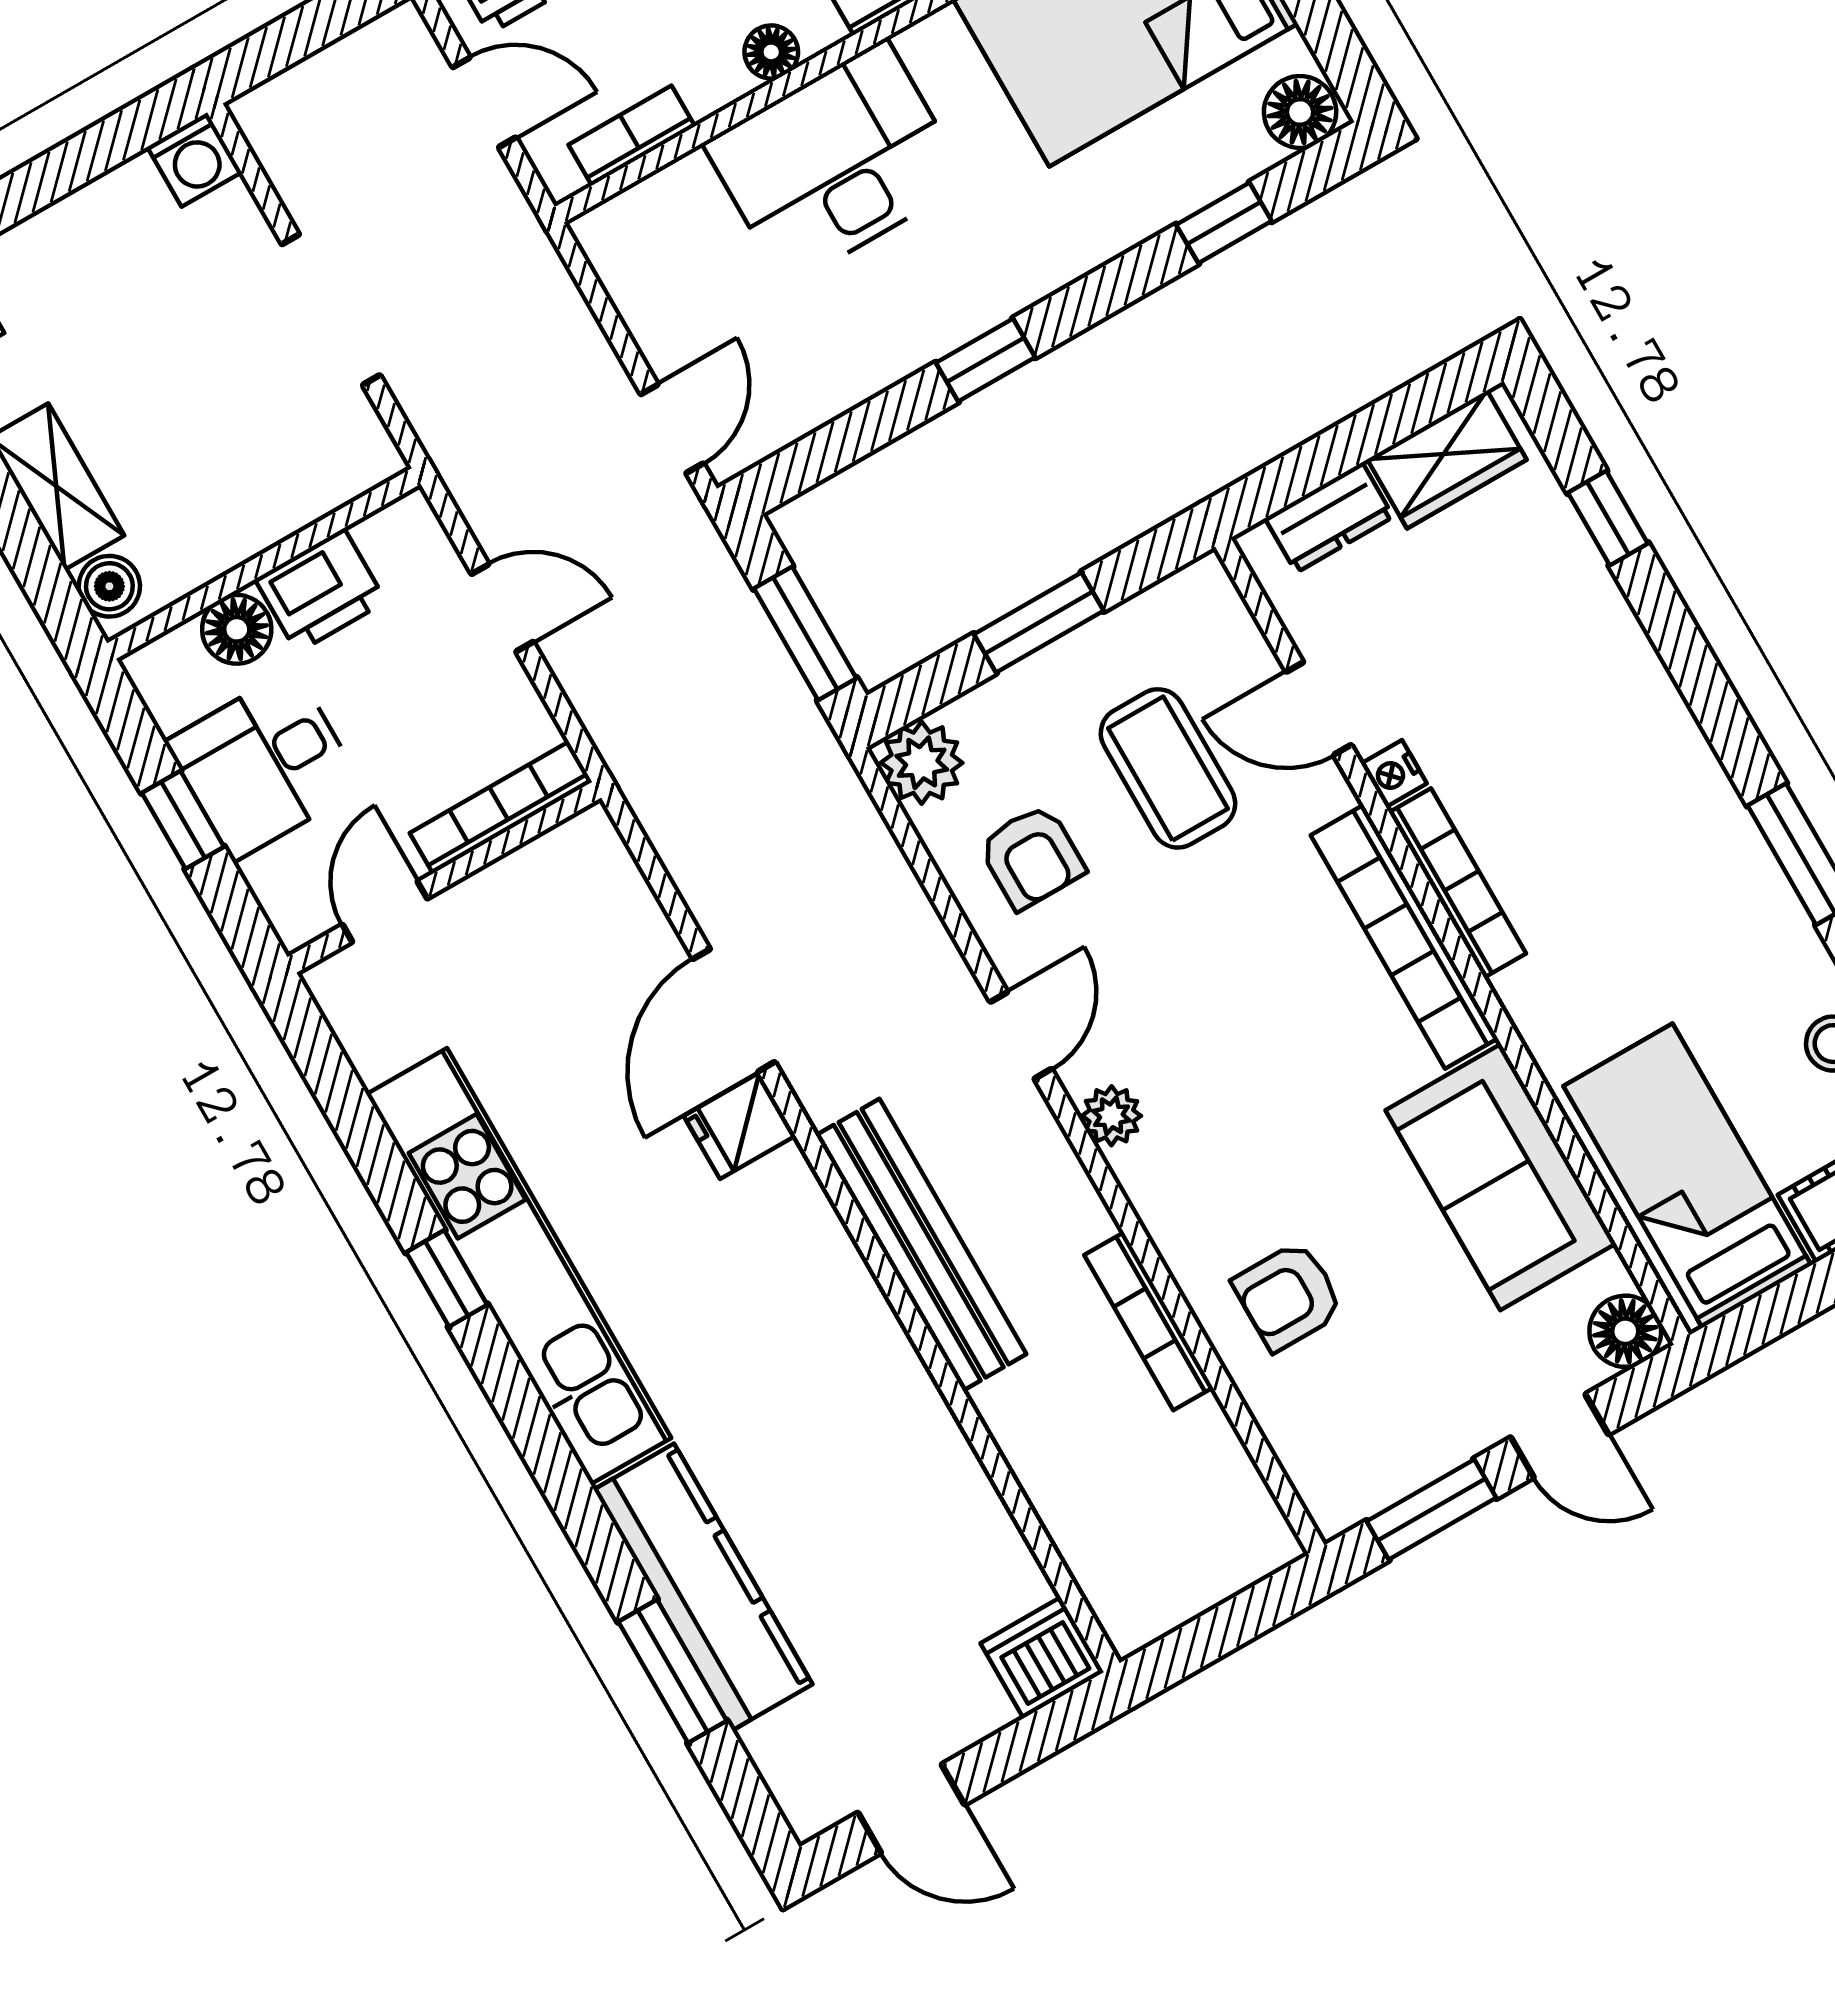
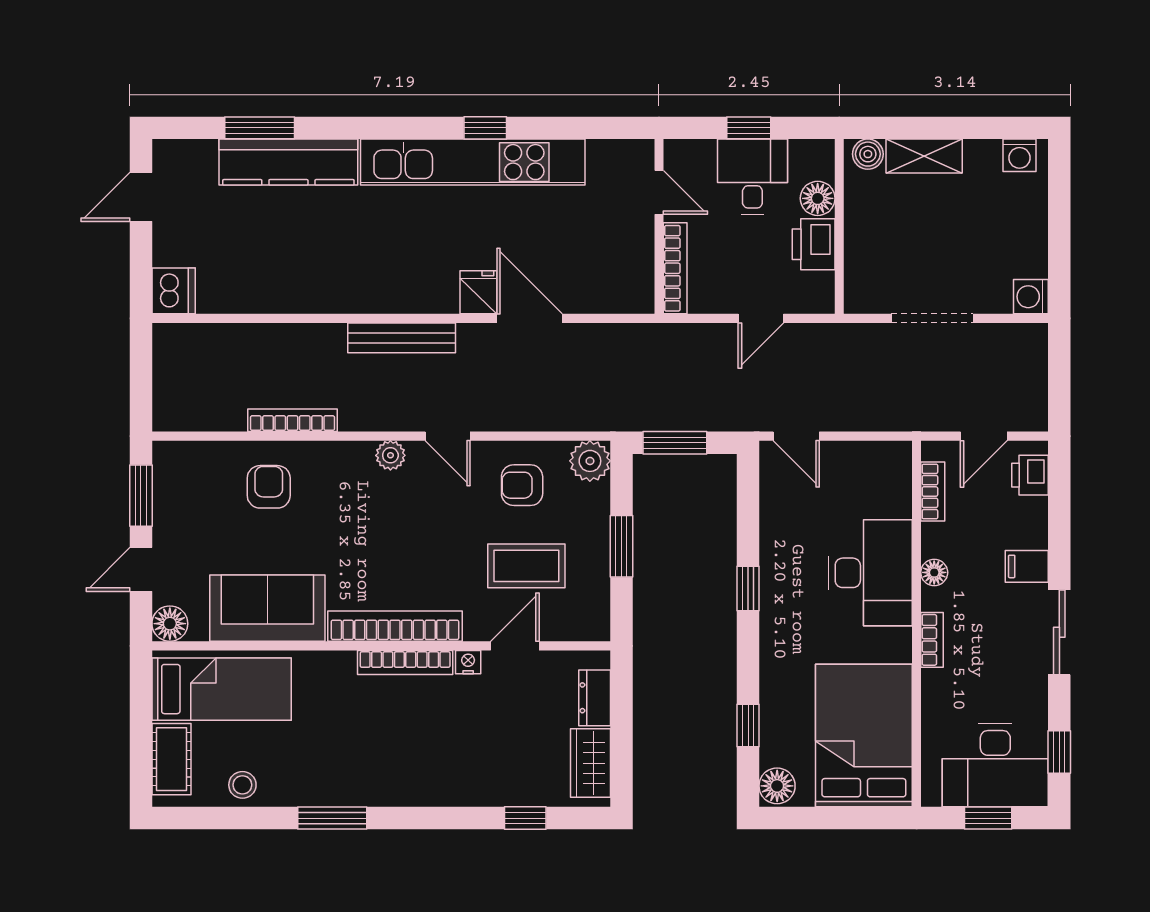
bench: (921, 1245) -> (402, 338), width x0.73, depth x0.82

